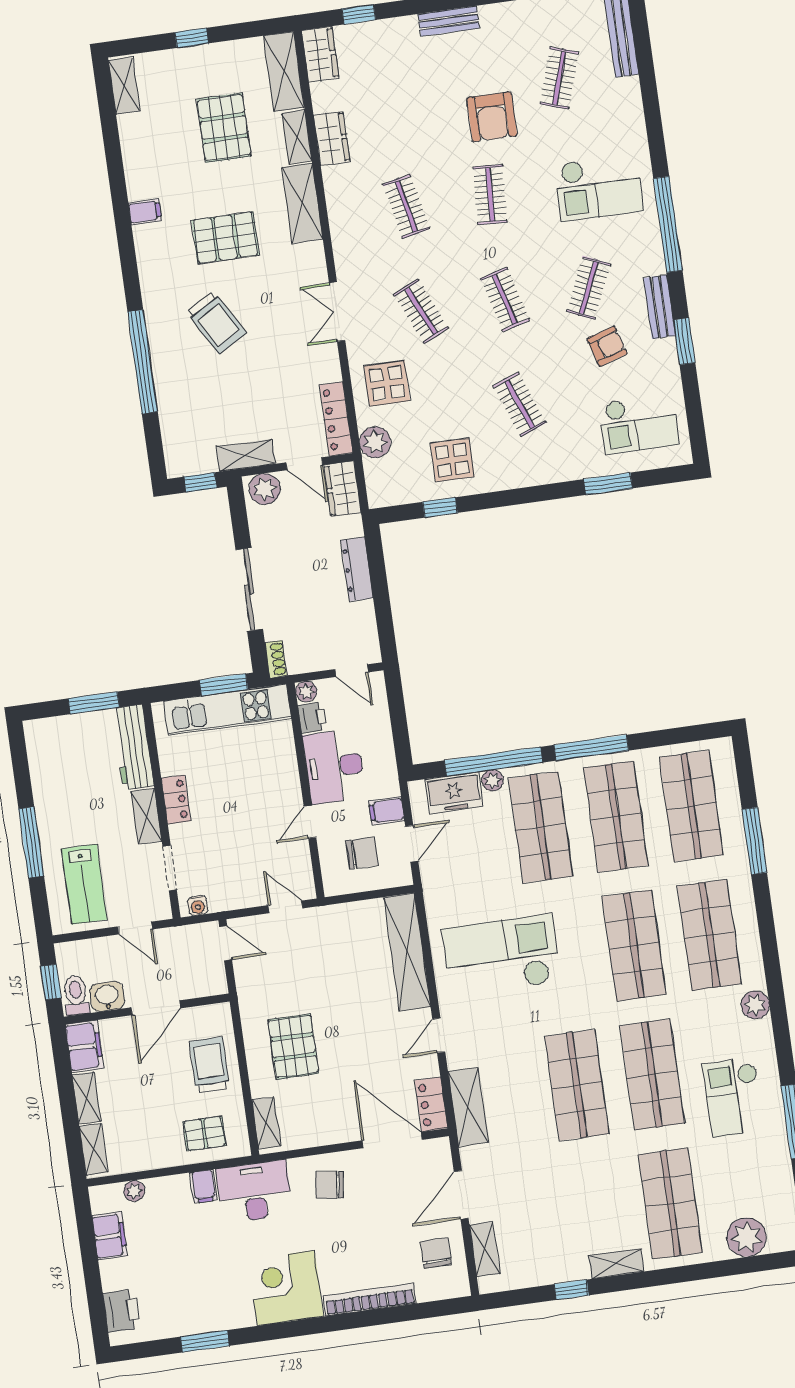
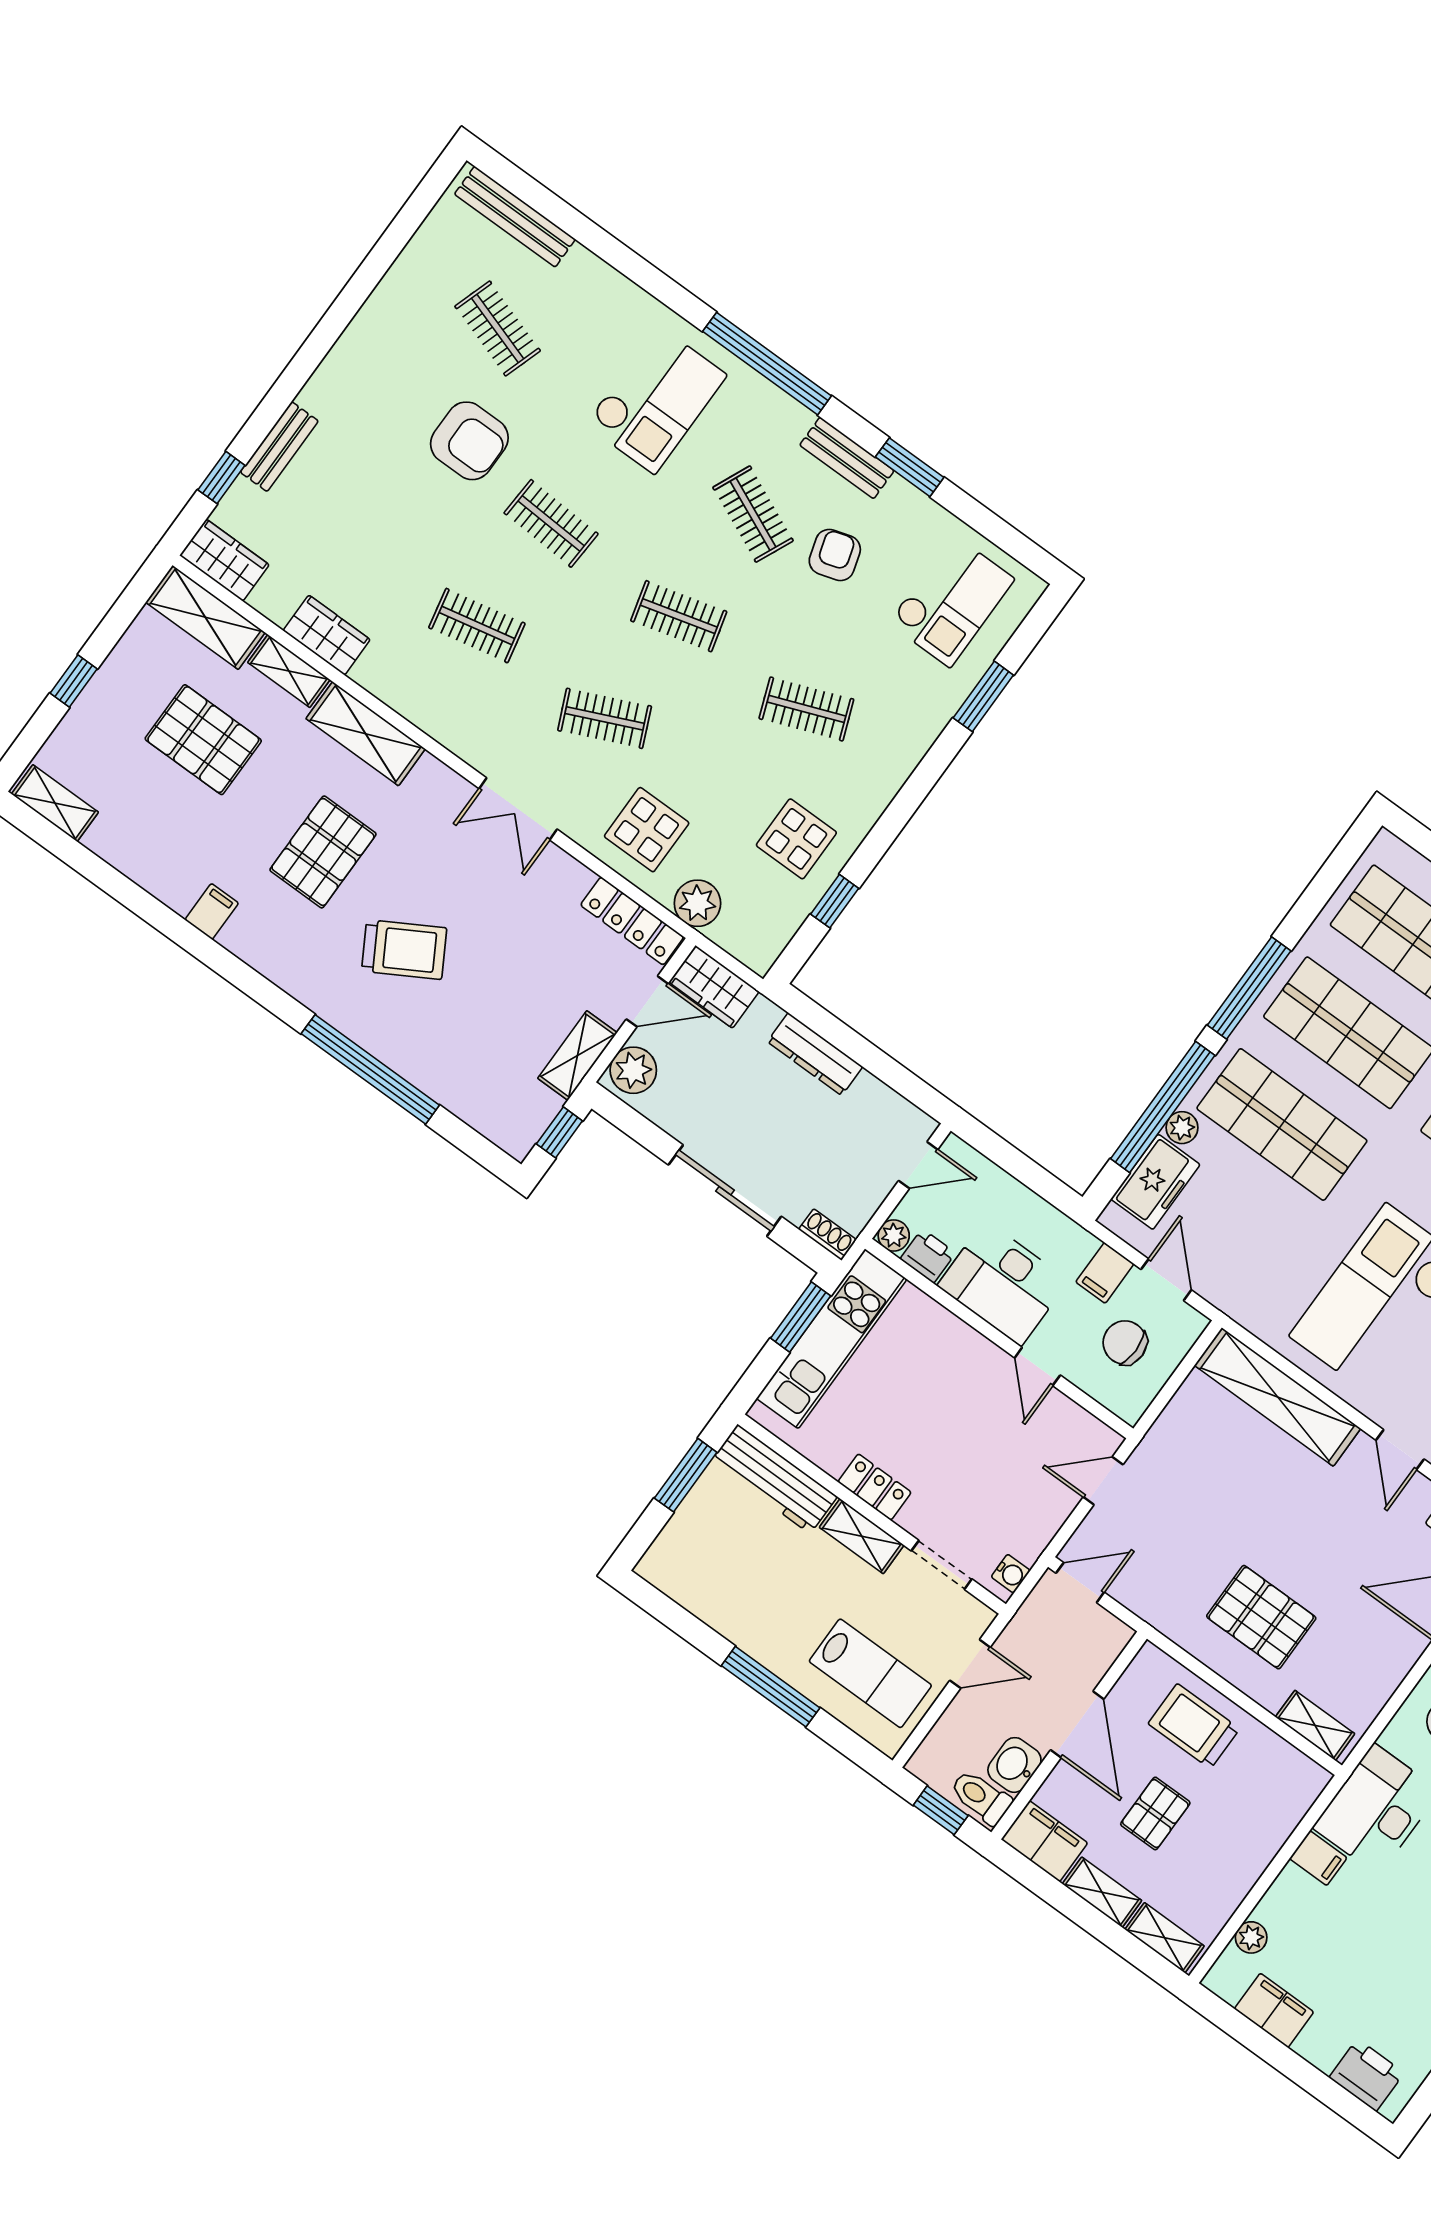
bench: (449, 21) -> (279, 447), moved
chair: (362, 853) -> (1125, 1343), turned -90
pallet: (204, 1134) -> (1155, 1813), moved

